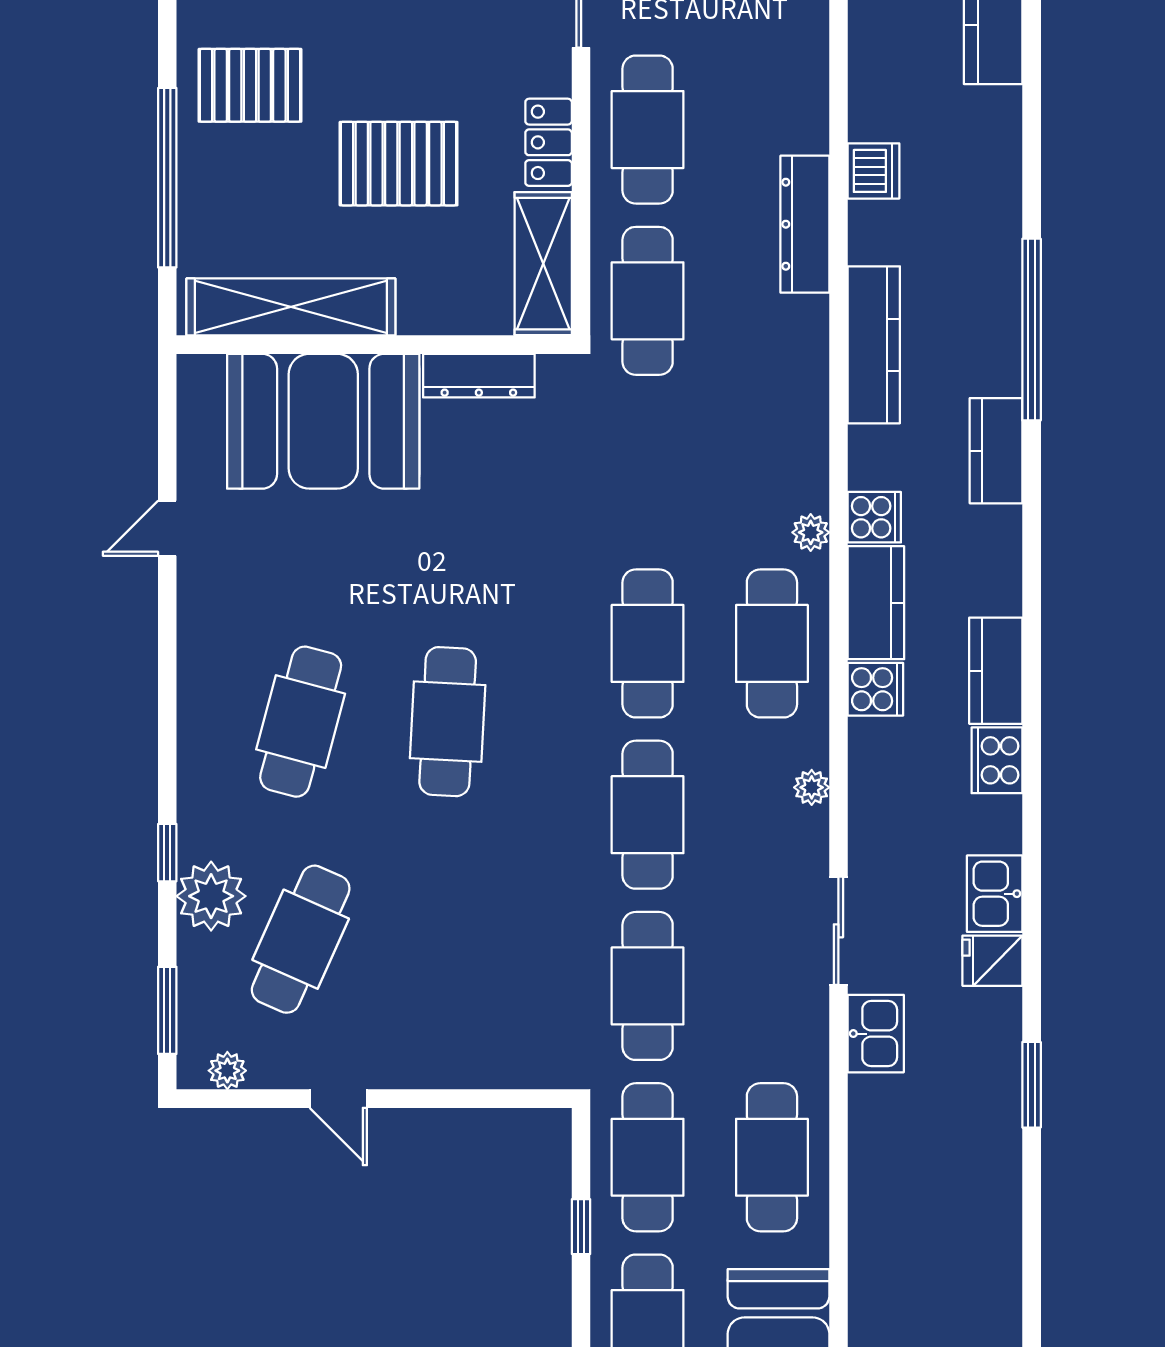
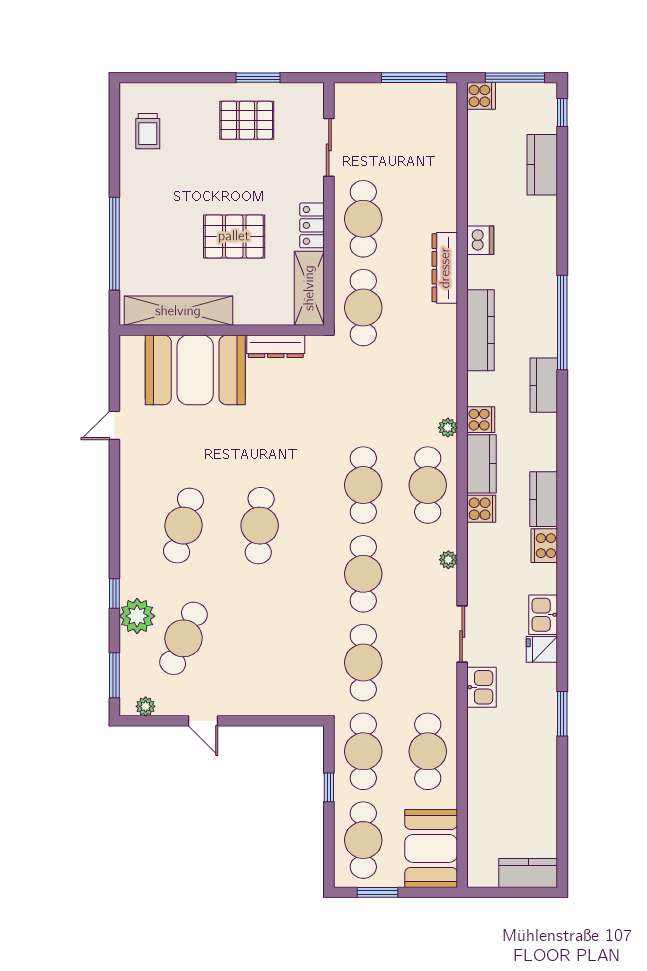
pallet: (250, 85) -> (157, 196), removed

